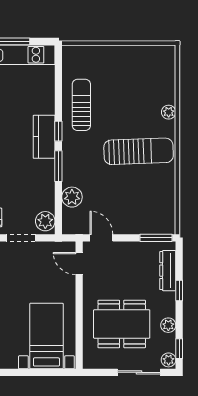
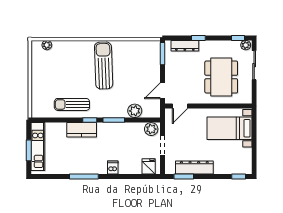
plant: (169, 112) -> (47, 45), moved
kitchen counter: (44, 137) -> (82, 130), moved
plant: (168, 325) -> (222, 45), removed

